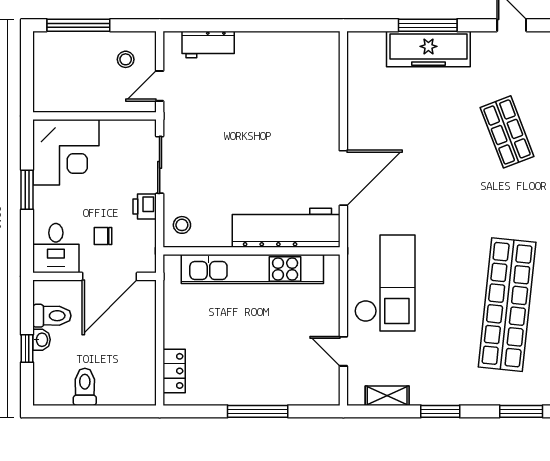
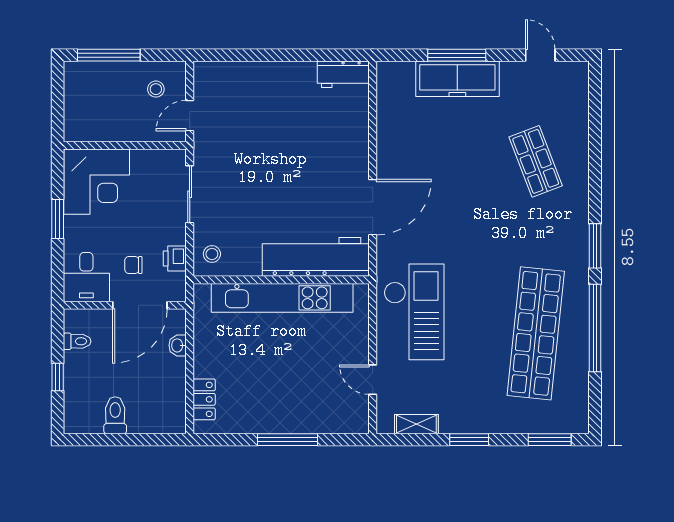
workbench: (208, 45) -> (343, 74), moved
printer: (145, 207) -> (175, 259), moved
toilet: (52, 316) -> (77, 341), width x0.73, depth x0.72
washbasin: (41, 340) -> (178, 345), moved, turned 180

